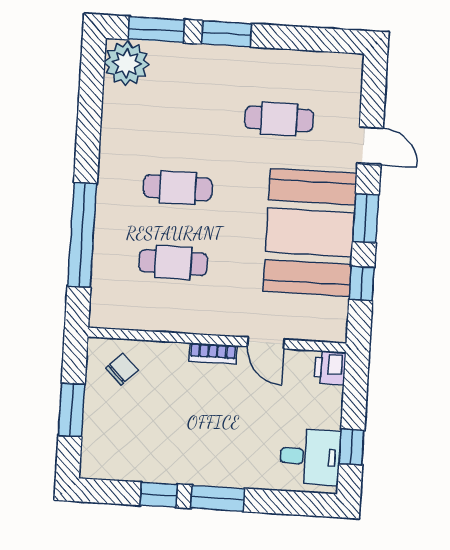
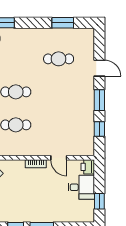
window: (227, 34) -> (63, 23), moved
booth: (310, 232) -> (75, 108), removed
desk: (310, 457) -> (81, 187), moved

